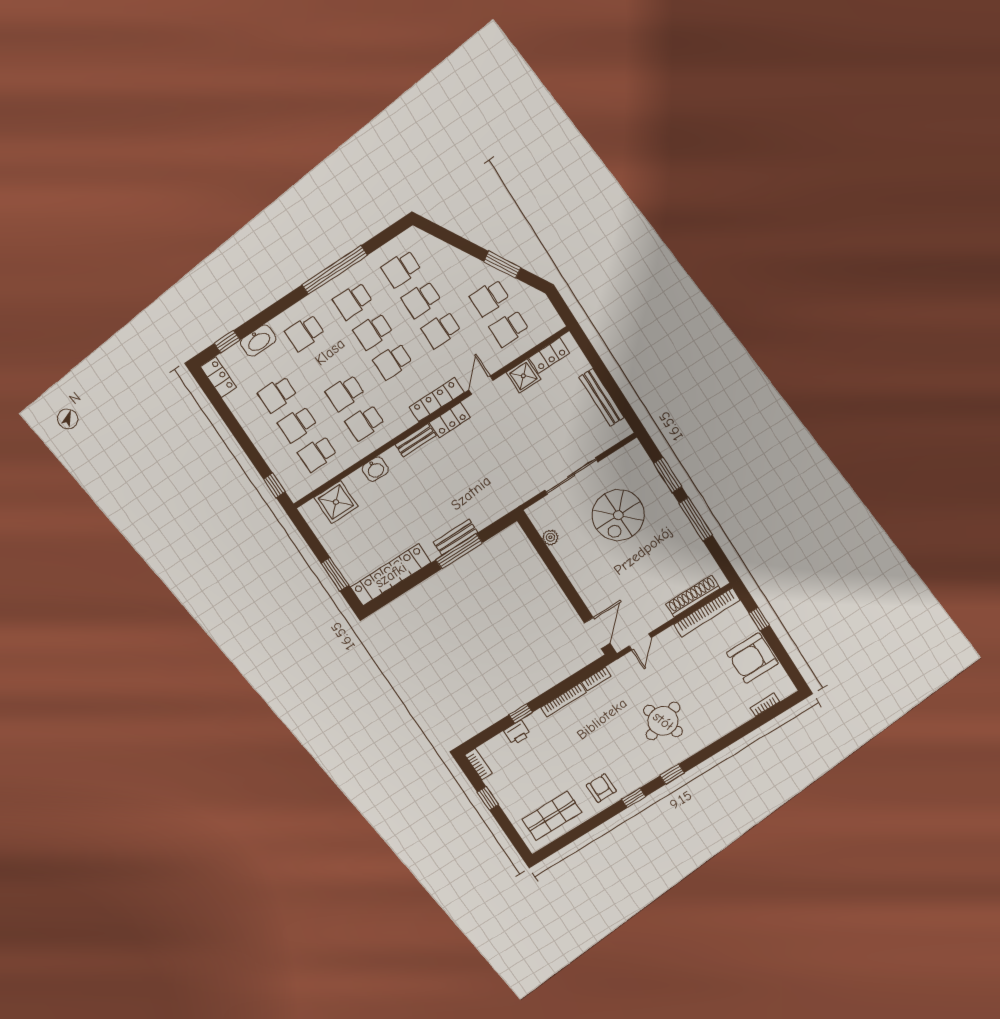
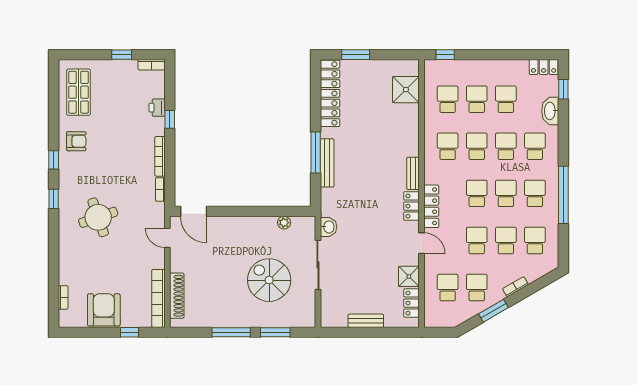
bookcase: (463, 258) -> (515, 287), added
school desk: (325, 363) -> (506, 146), added
bench: (602, 397) -> (366, 321), width x0.73
washbasin: (375, 469) -> (328, 227), moved, turned 180
bench: (456, 537) -> (327, 163), width x1.36

